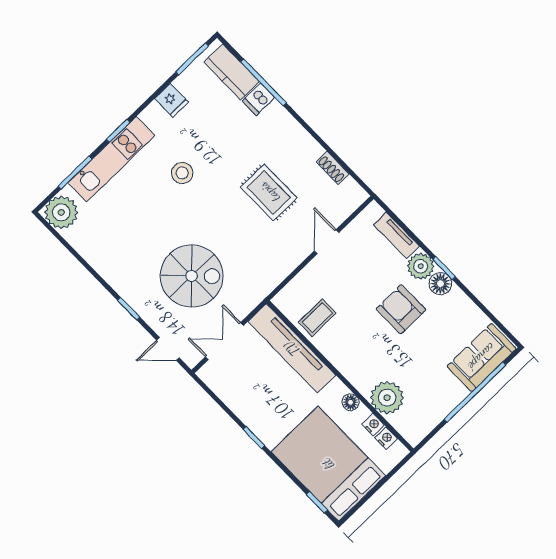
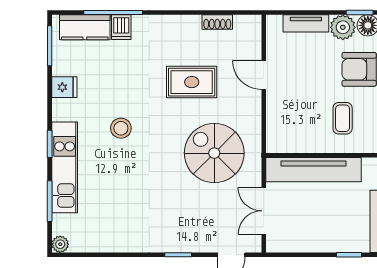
plant: (61, 212) -> (60, 244), width x0.53, depth x0.53
spiral stairs: (192, 276) -> (214, 153), moved, turned -90
coffee table: (317, 318) -> (343, 118), moved

